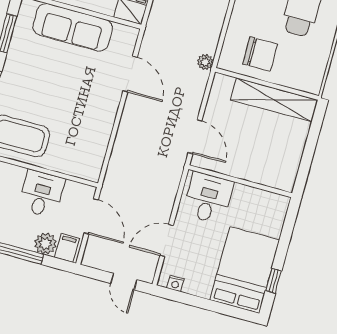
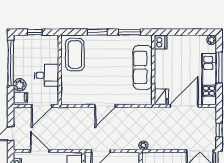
door: (130, 74) -> (105, 106), moved

